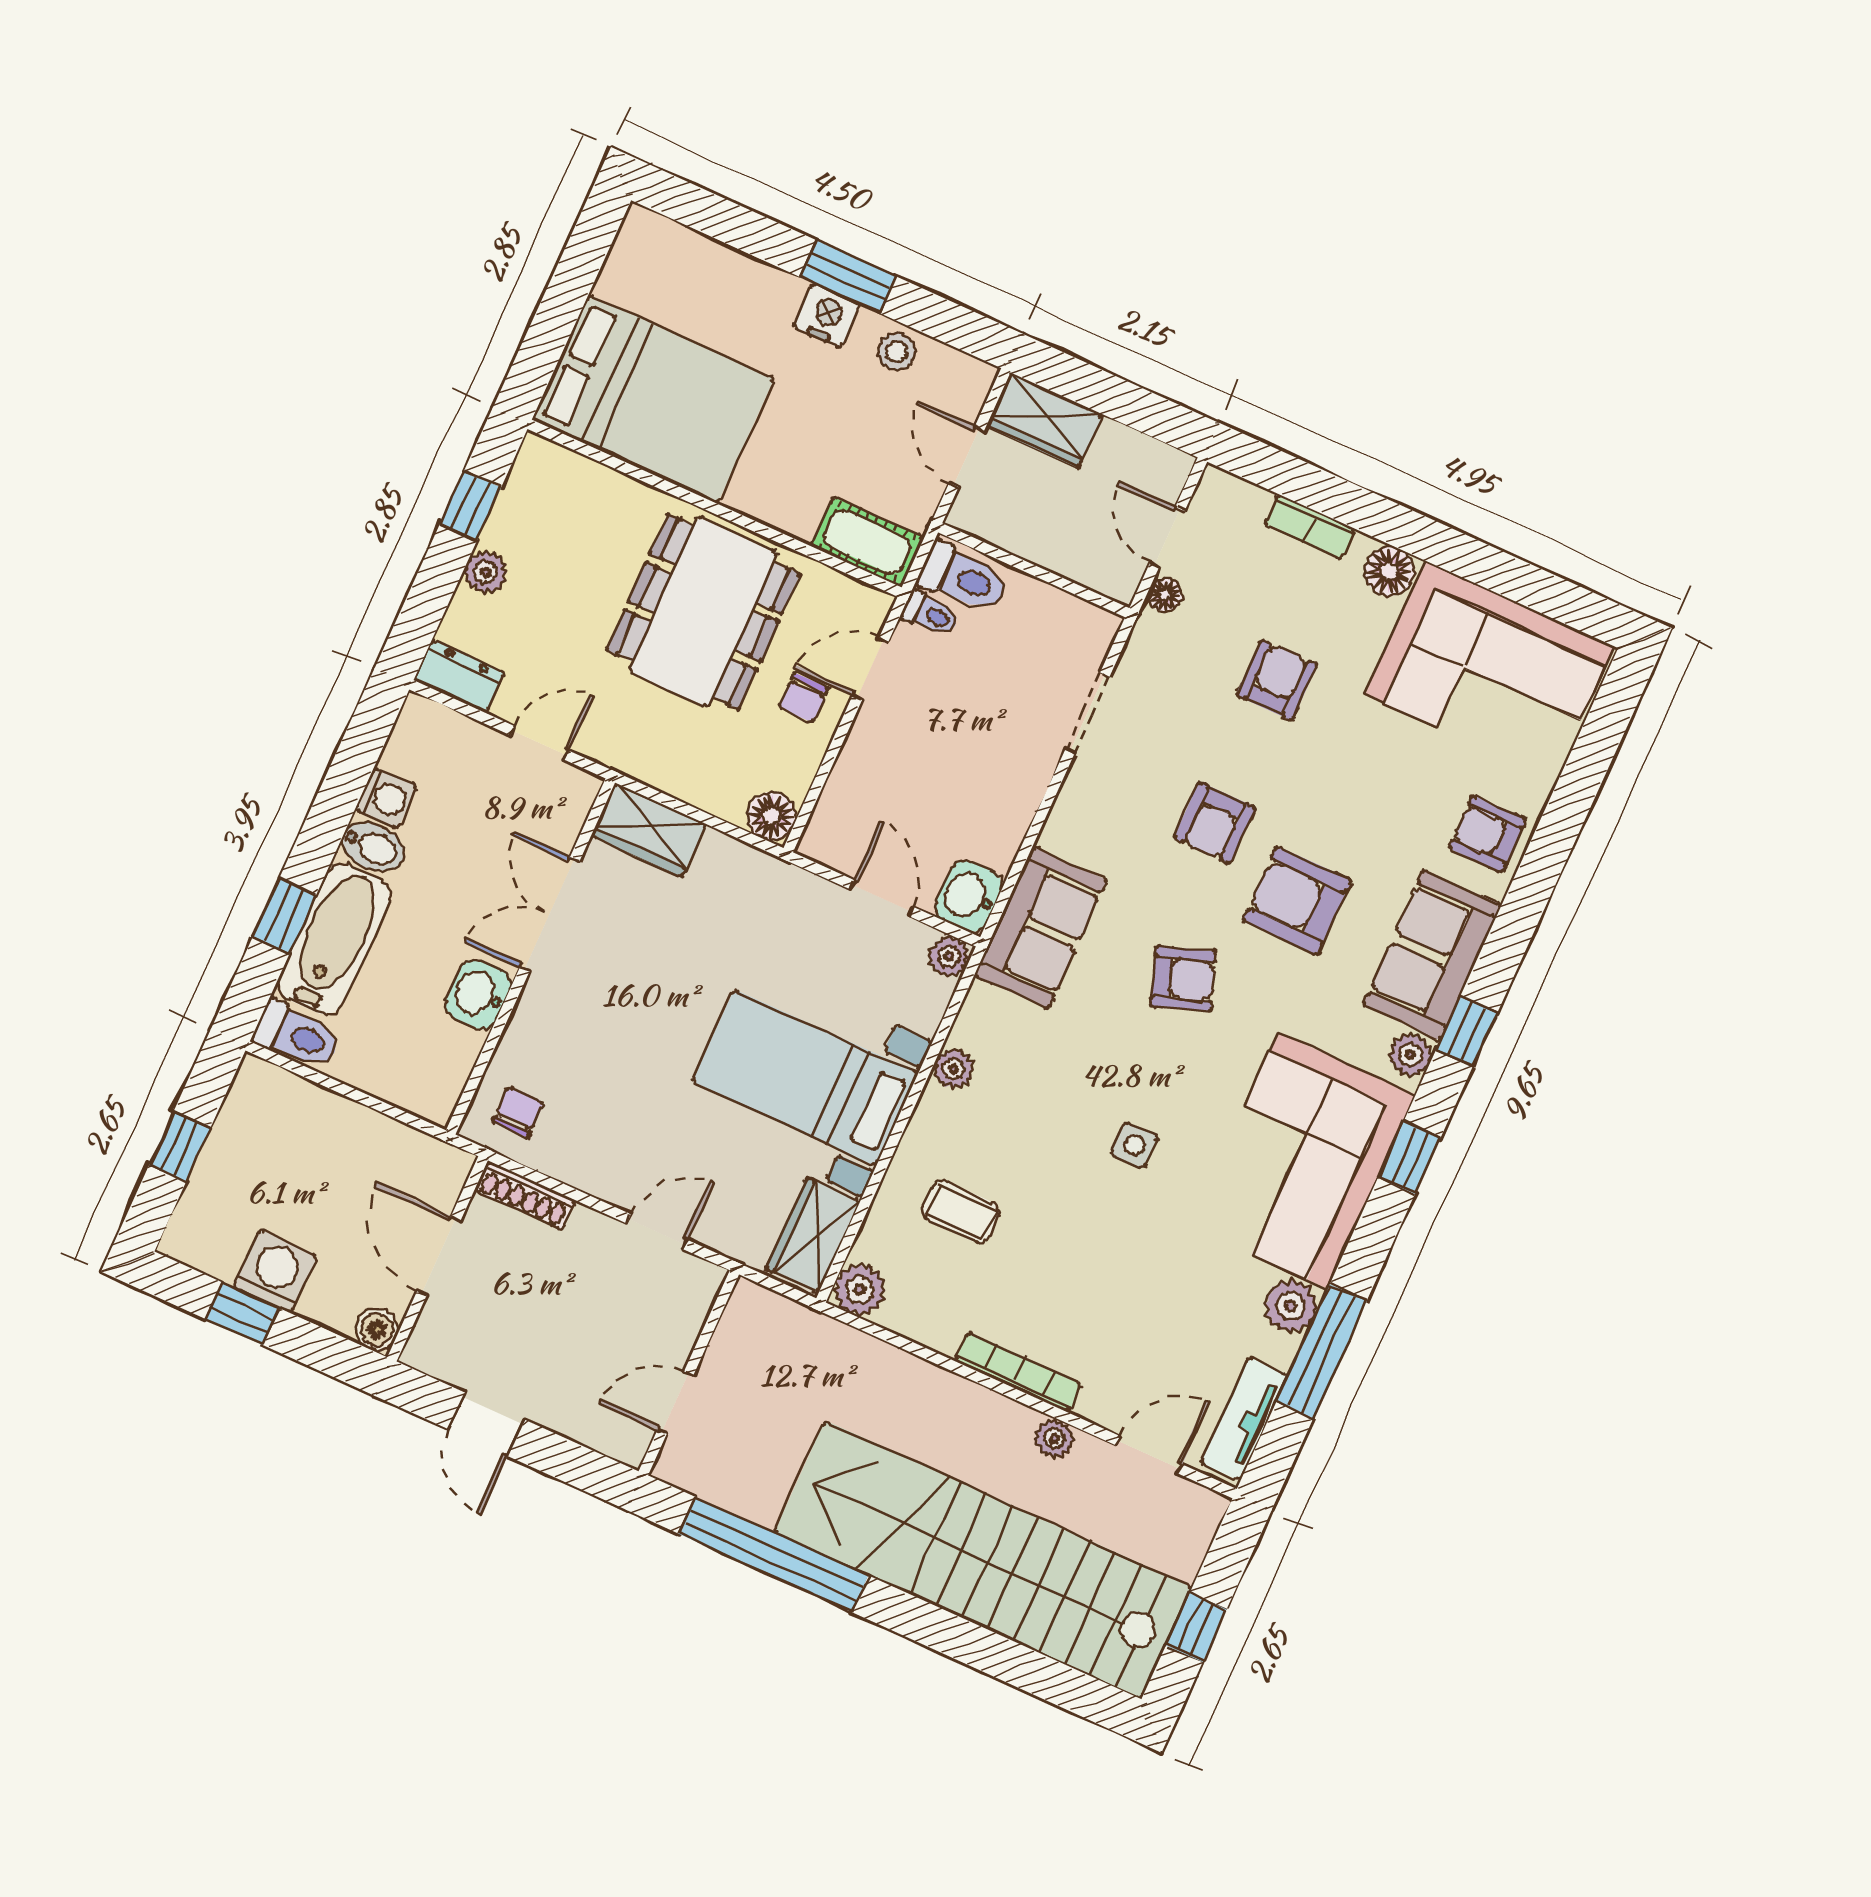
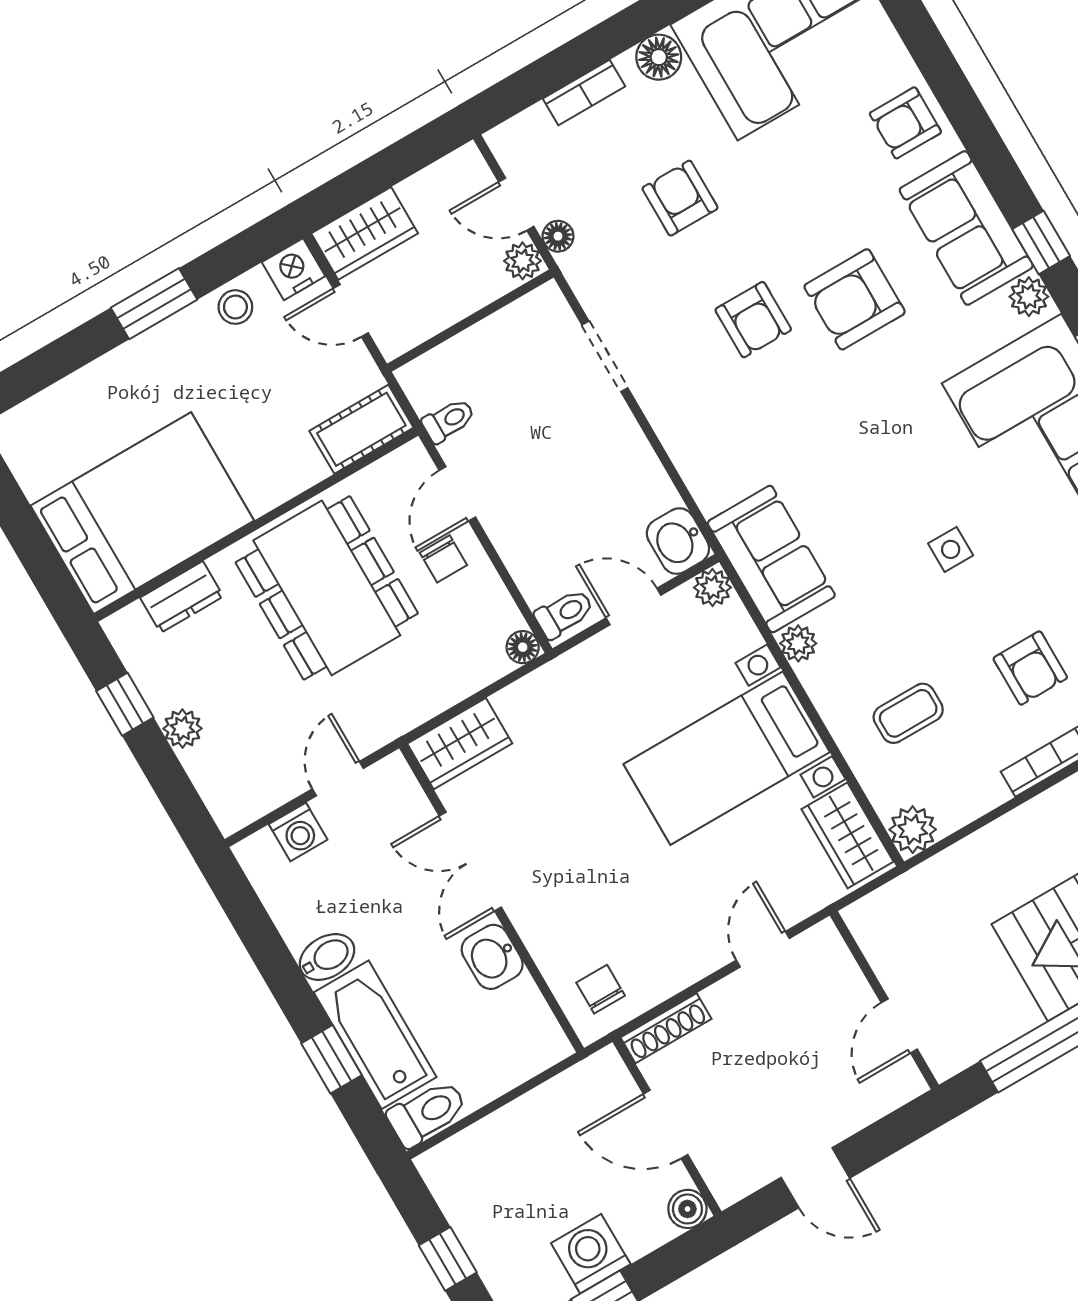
nightstand: (827, 316) -> (294, 269), moved
toilet: (963, 578) -> (564, 613), moved, width x0.73, depth x0.72
plant: (1120, 579) -> (523, 261), added
dresser: (459, 676) -> (182, 597), moved, turned 180
washing machine: (386, 798) -> (298, 832), moved, turned 90
floor lamp: (772, 816) -> (523, 647), width x0.73, depth x0.73
sofa: (1041, 928) -> (771, 559), moved
armchair: (1183, 979) -> (1030, 668), moved, turned 109

